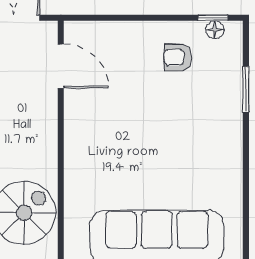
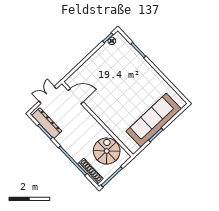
armchair: (178, 57) -> (109, 60), removed

